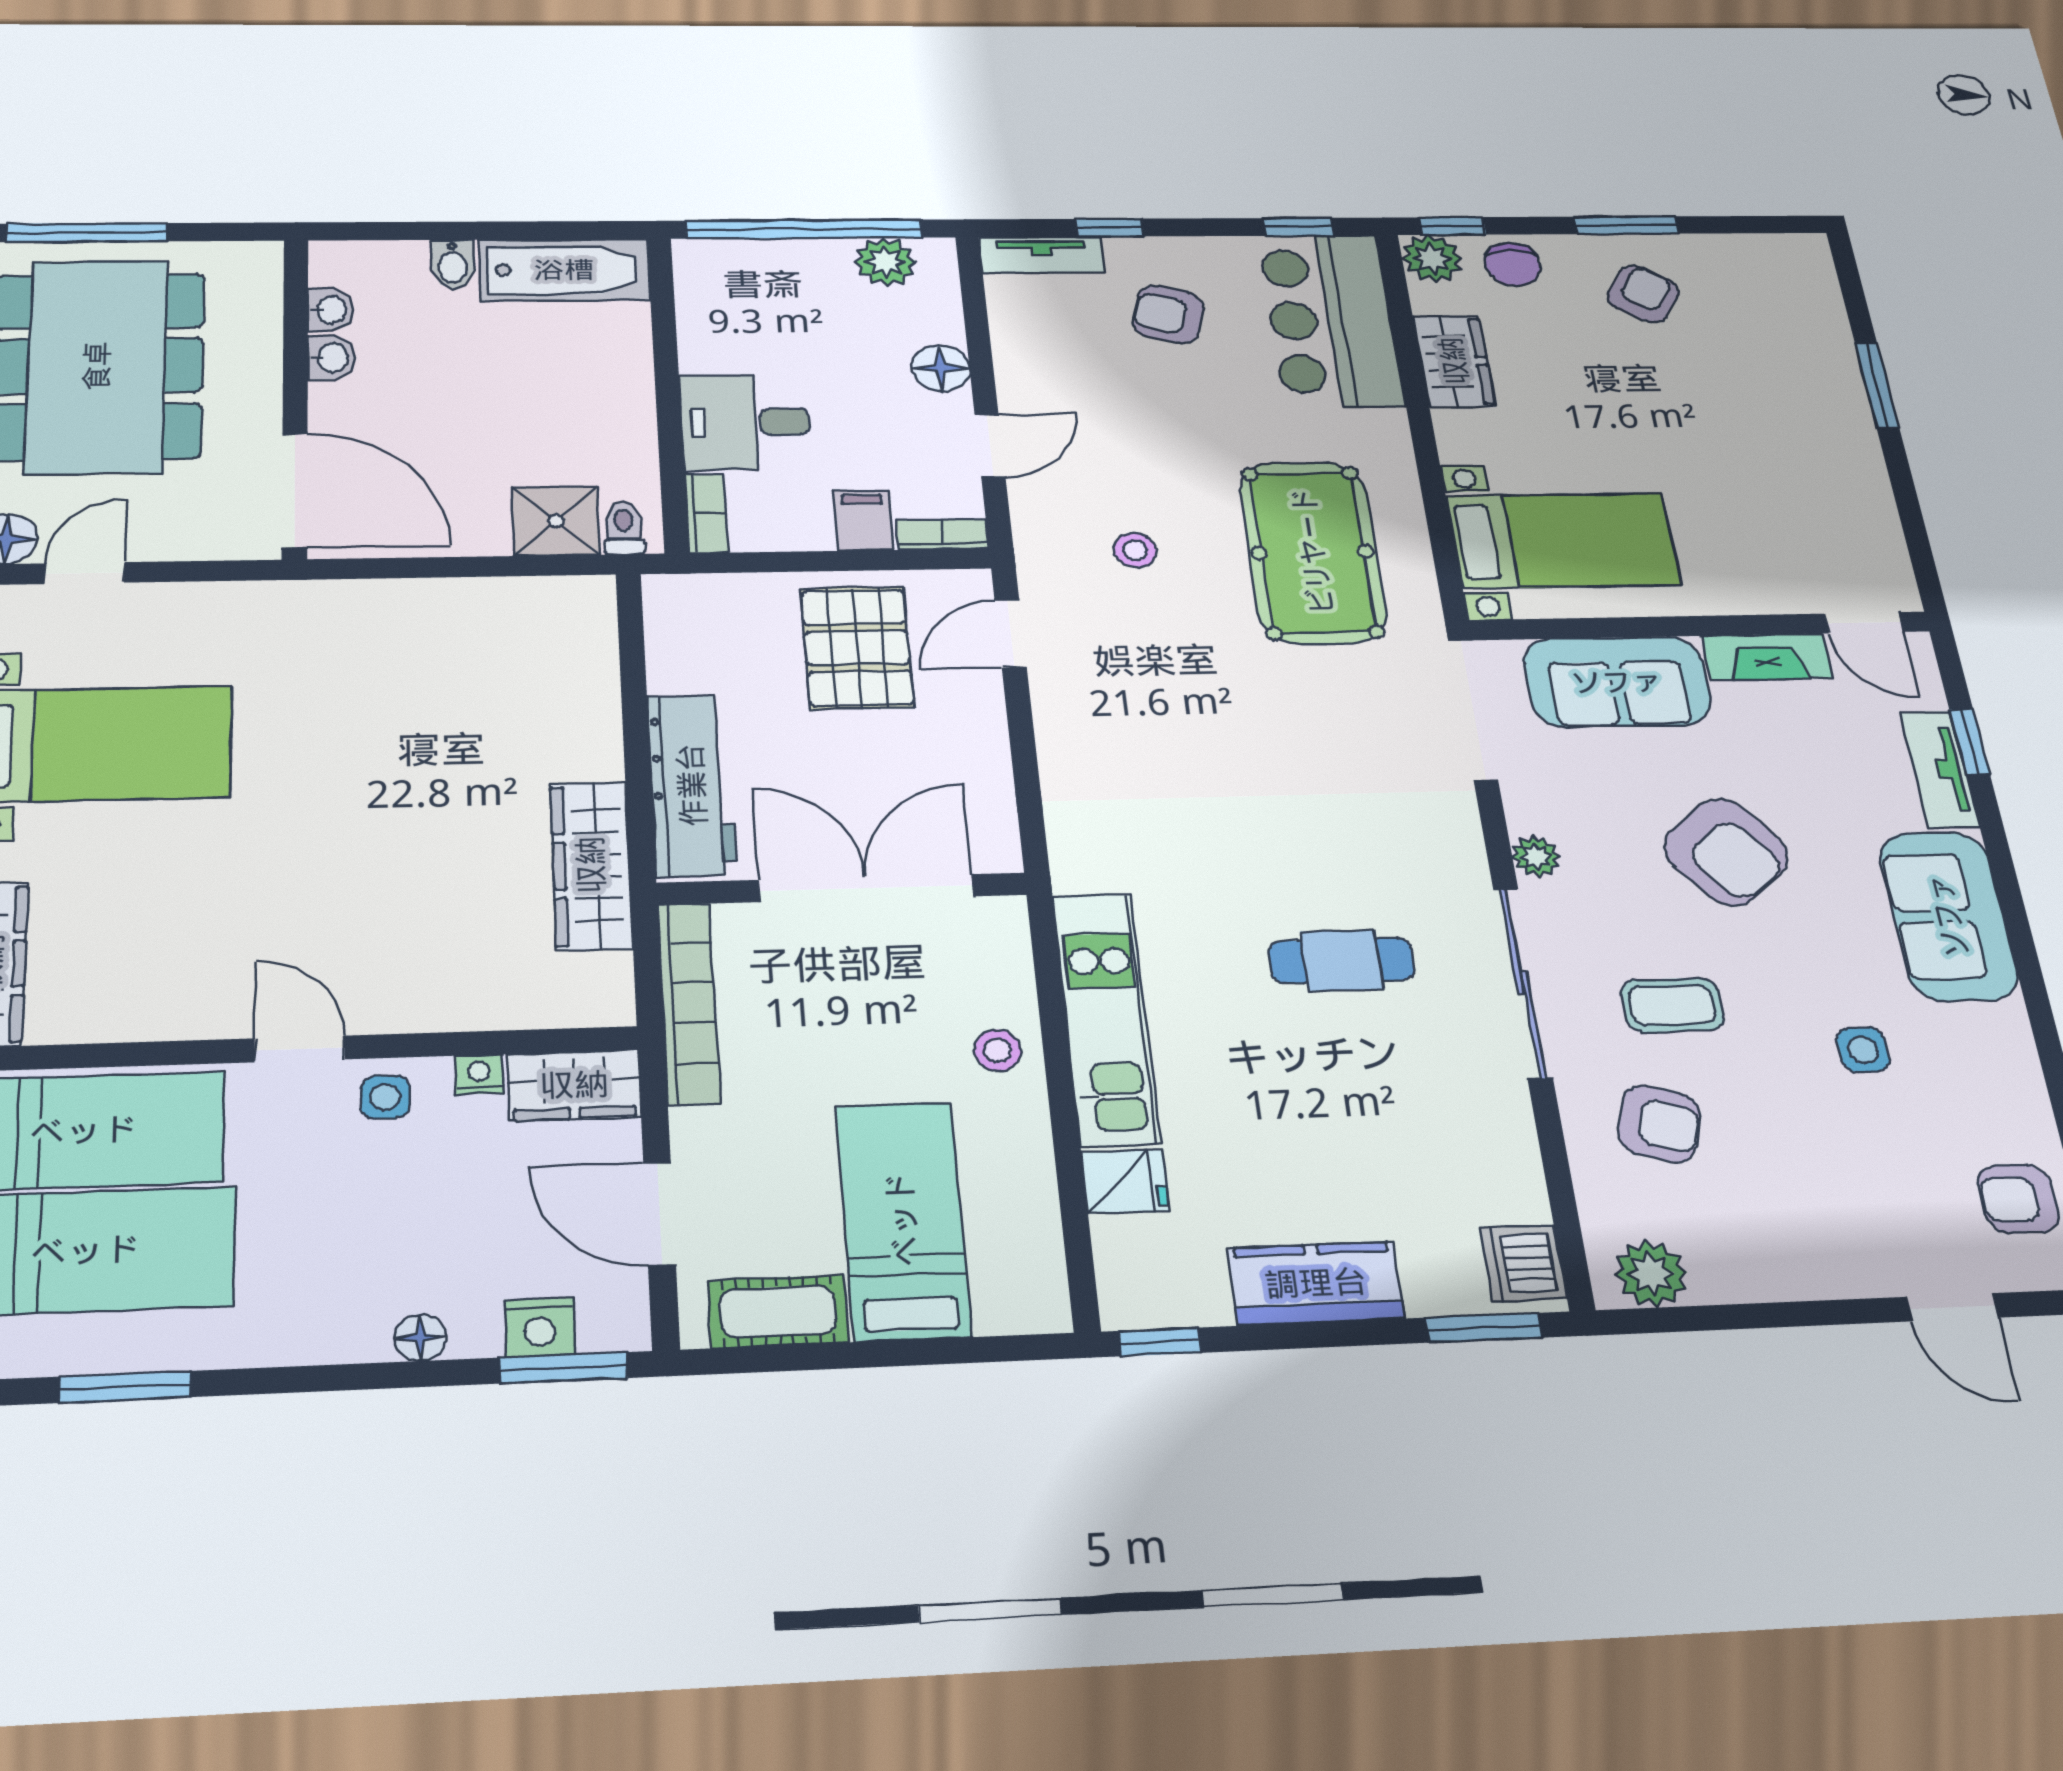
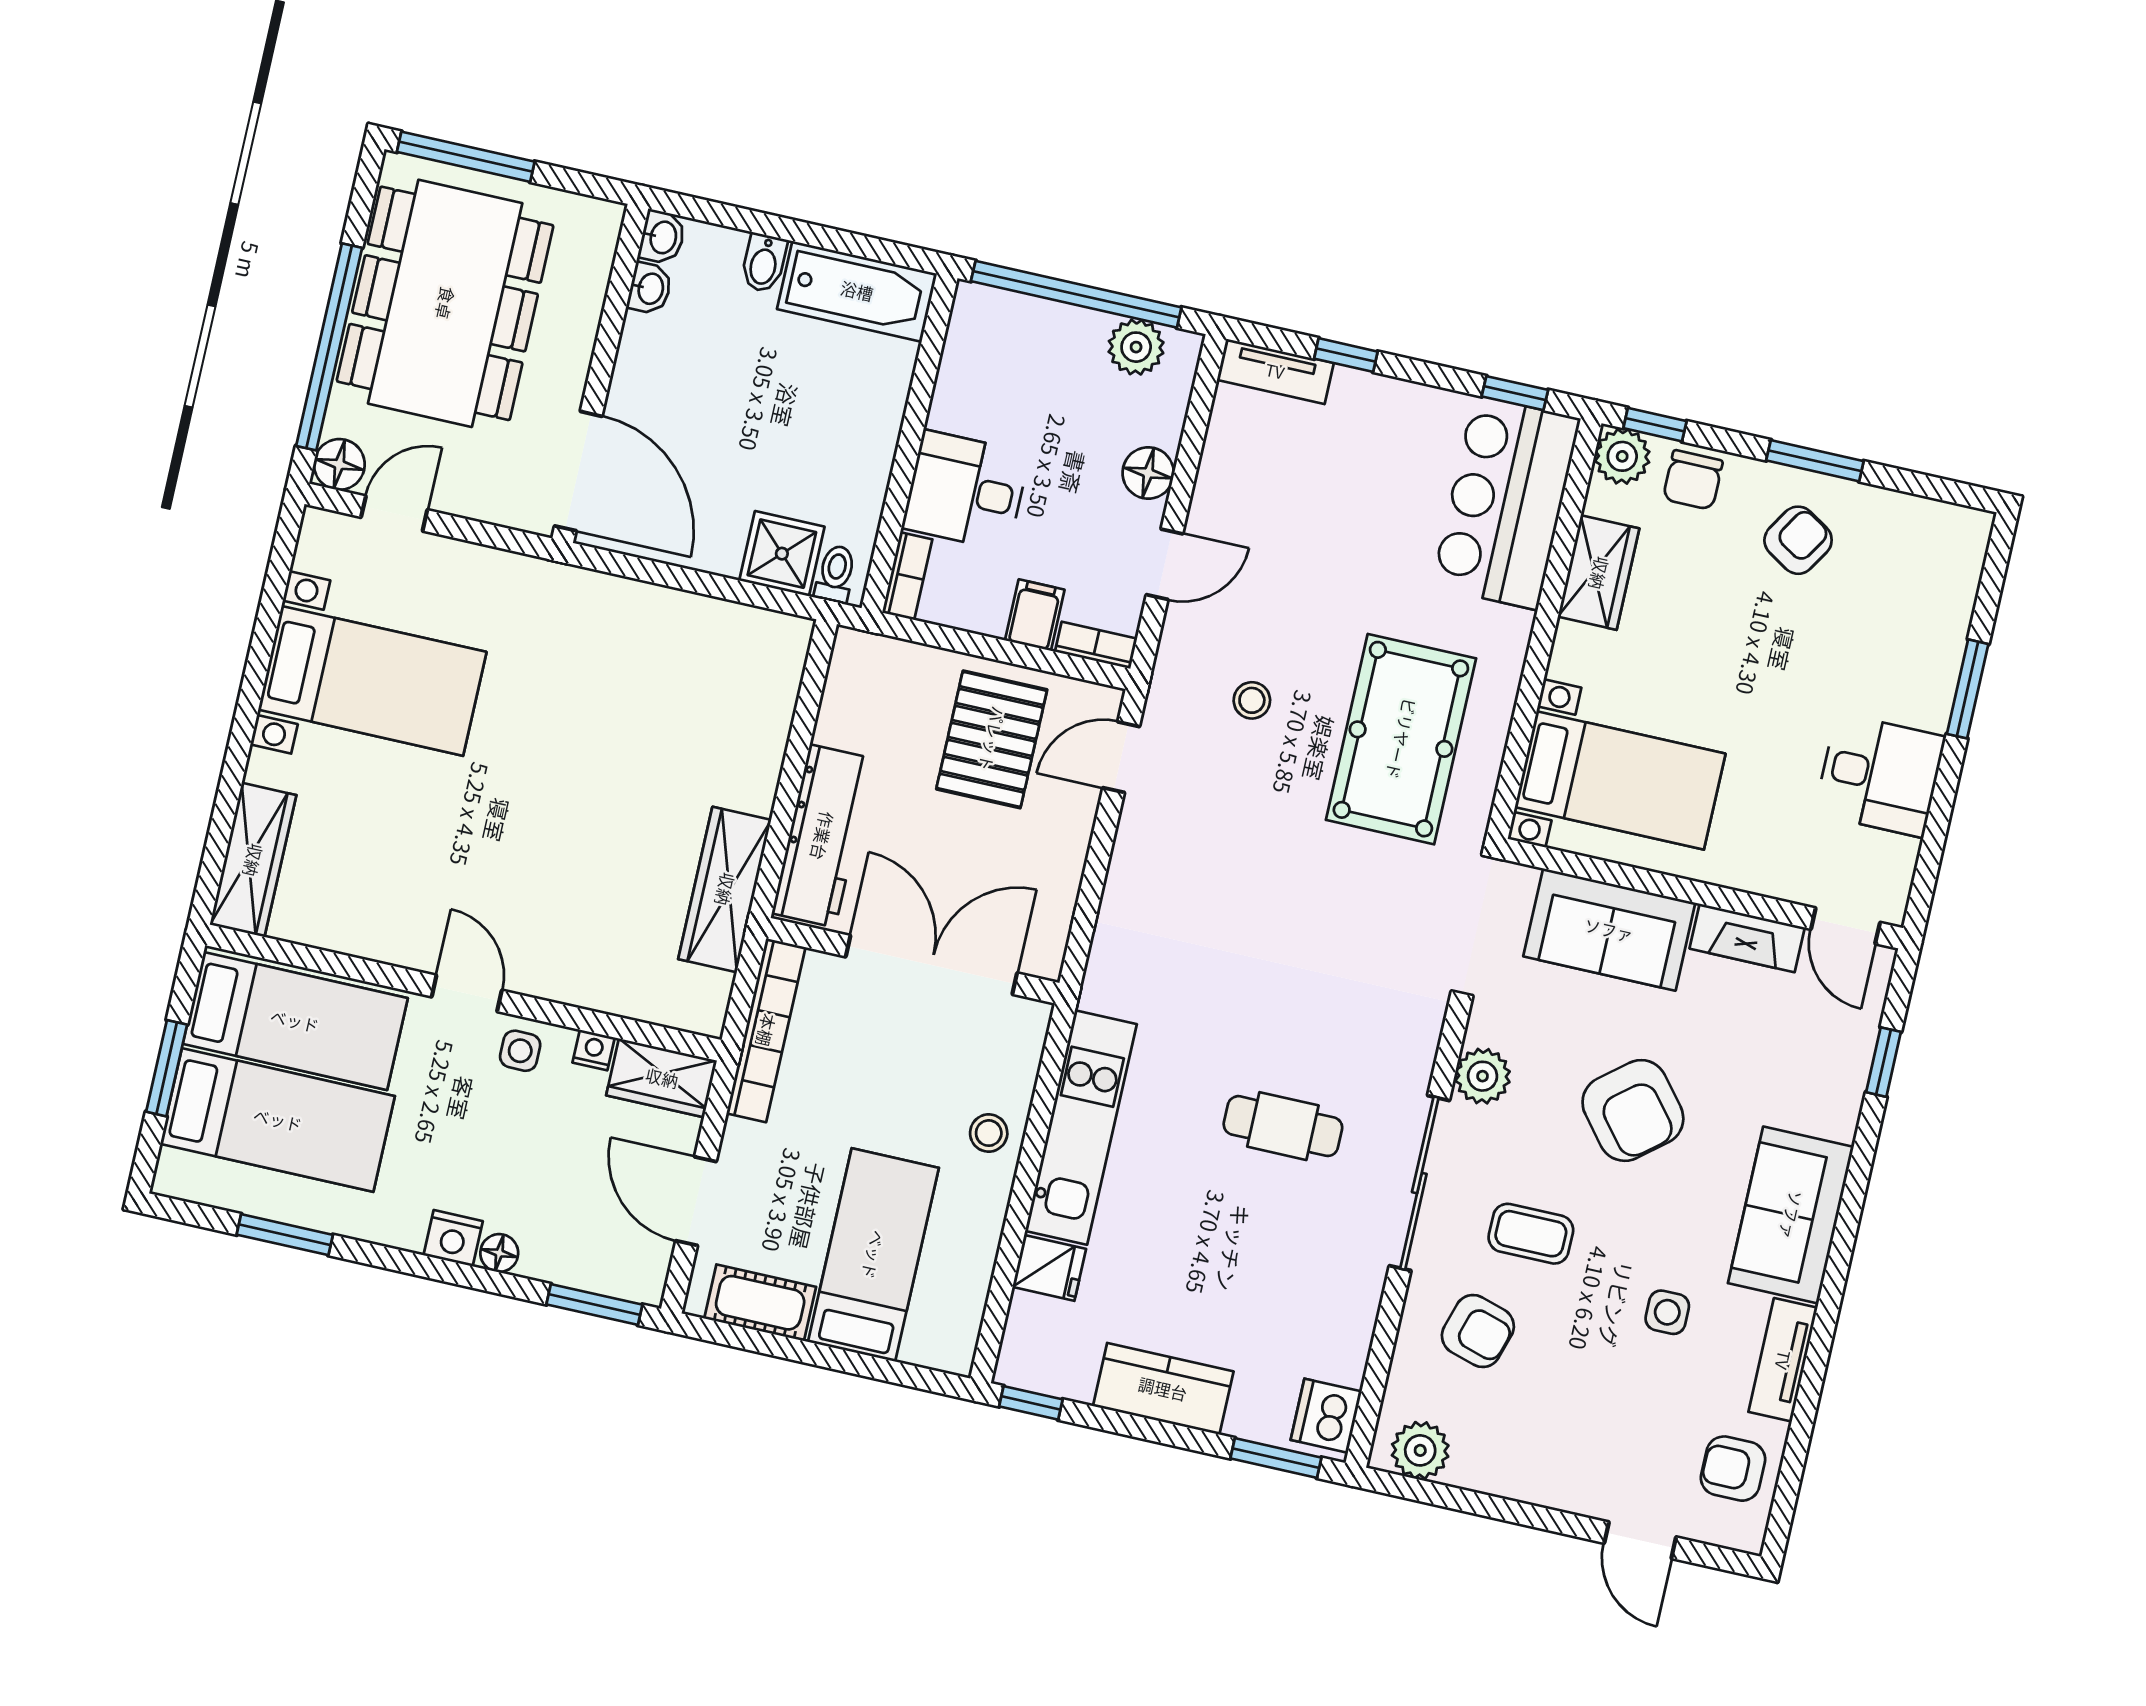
armchair: (1168, 315) -> (1365, 463), removed
washbasin: (331, 358) -> (662, 237), moved
desk: (1829, 479) -> (1880, 775), added
tv unit: (1939, 769) -> (1783, 1360), moved
plant: (1536, 856) -> (1483, 1076), width x1.38, depth x1.38
nightstand: (540, 1327) -> (453, 1238), moved

